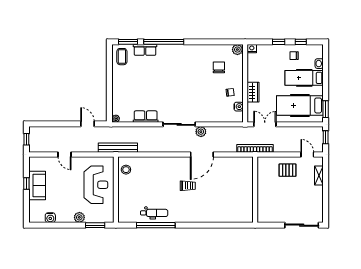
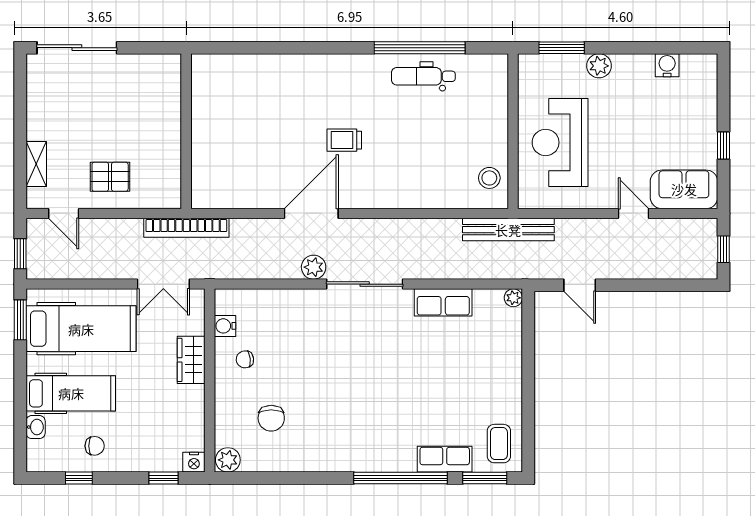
window: (279, 42) -> (163, 478), moved
sofa: (37, 185) -> (684, 189), moved, turned 90

